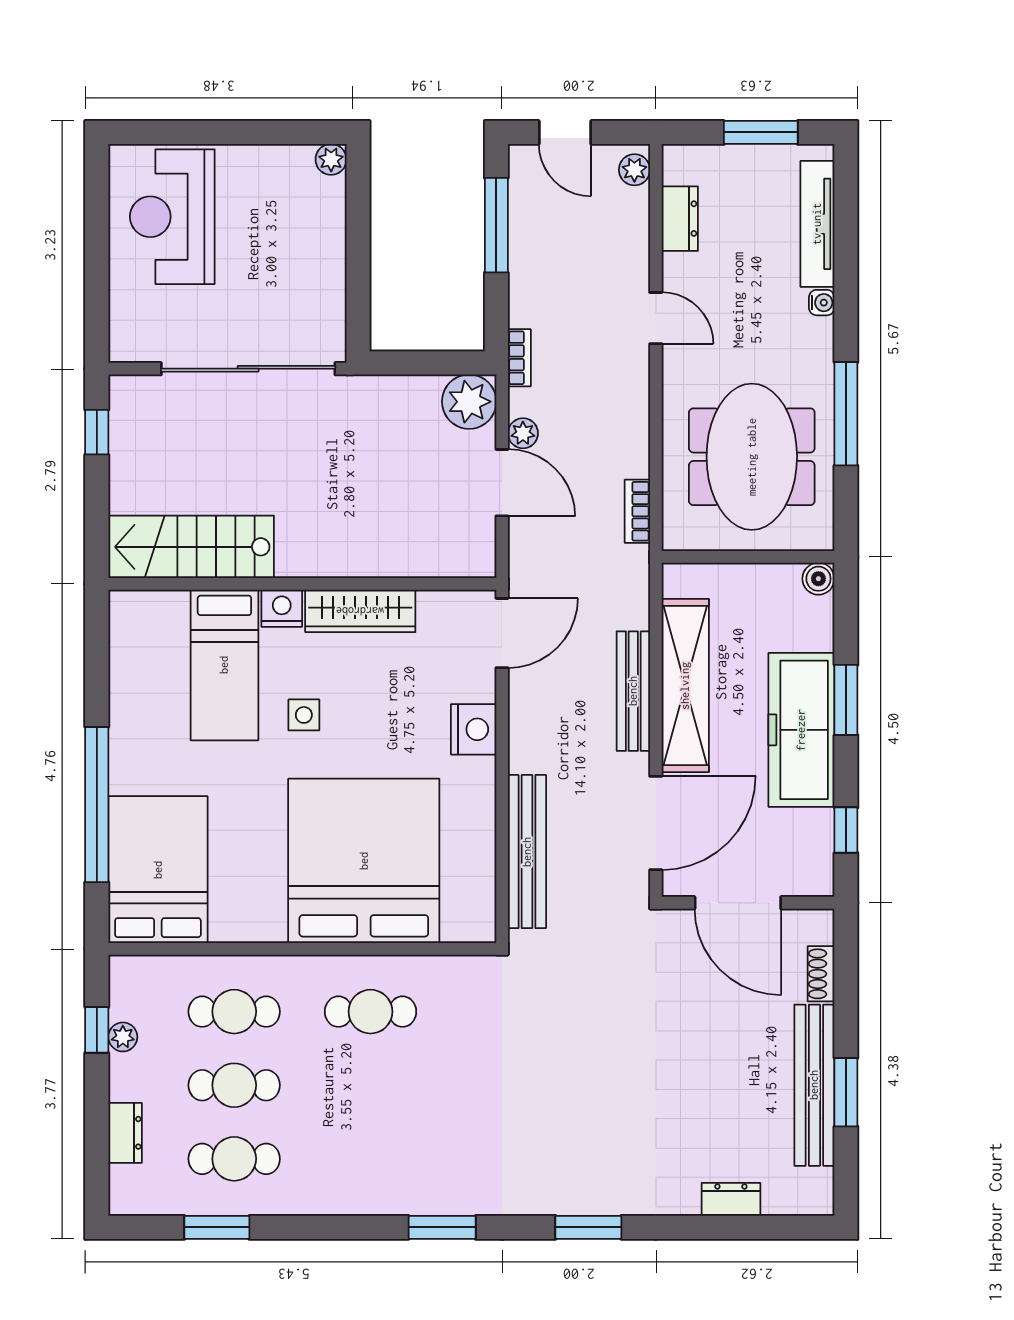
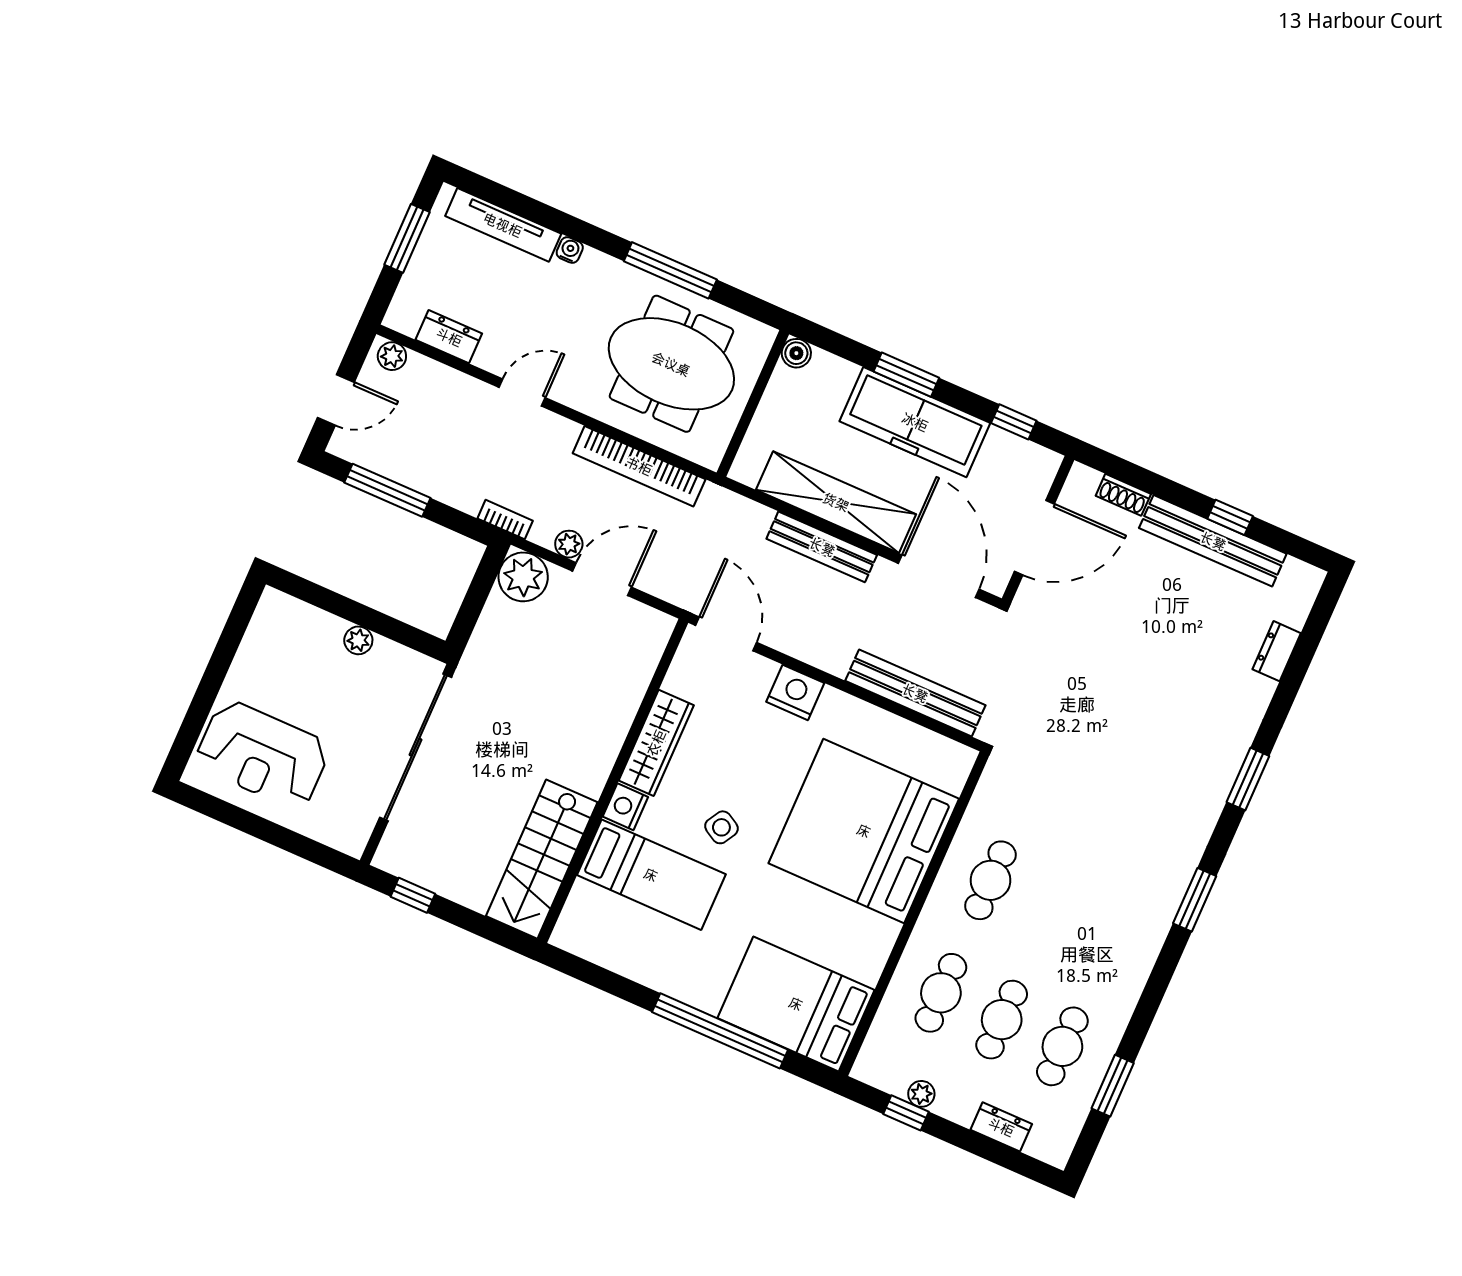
plant: (331, 159) -> (358, 640), moved
bookcase: (637, 511) -> (639, 466), width x2.31, depth x1.31
side table: (304, 715) -> (721, 827), turned 30
window: (846, 1092) -> (1230, 517), width x0.67

